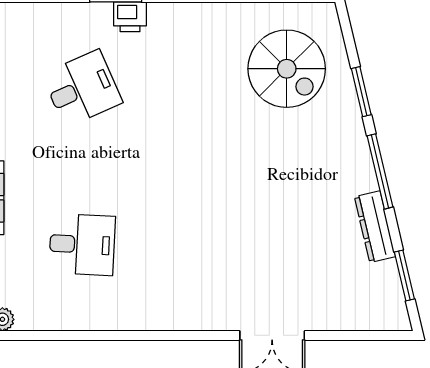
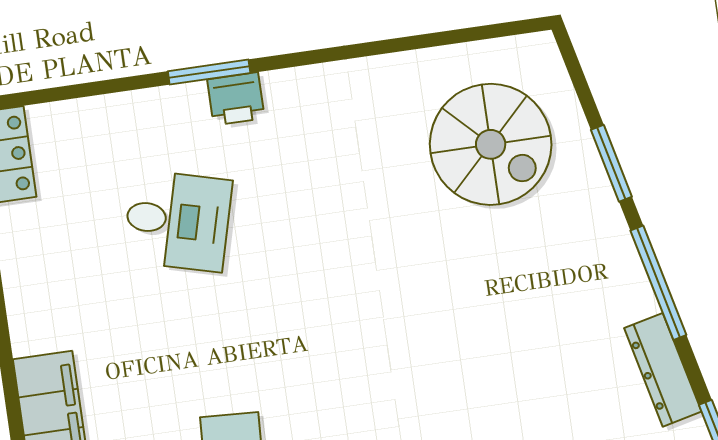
desk: (82, 88) -> (178, 221), turned 39

